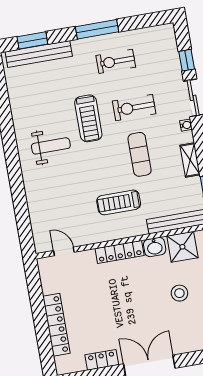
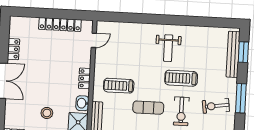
exercise bike: (116, 61) -> (216, 106), turned -98
exercise bike: (134, 107) -> (181, 111), turned 180
treadmill: (119, 202) -> (119, 86), turned -90
locker: (120, 252) -> (85, 78), width x0.66
locker: (56, 325) -> (60, 24), moved

